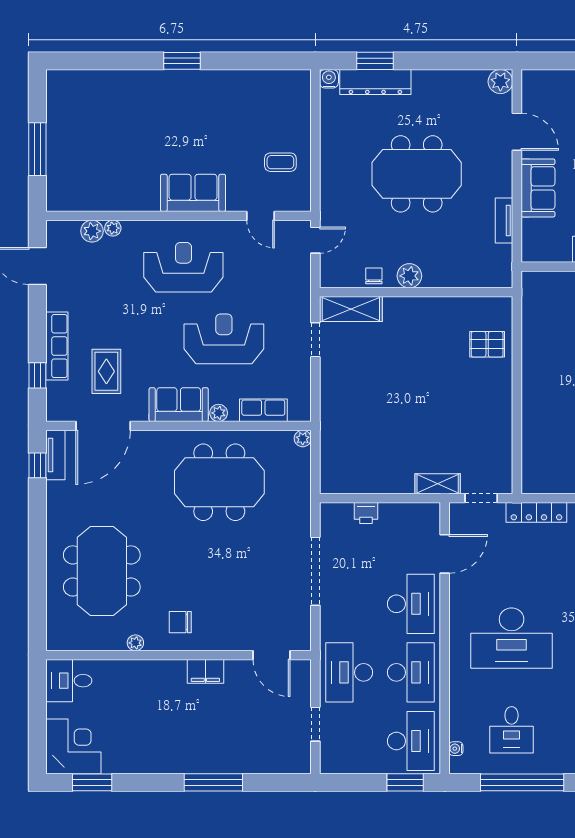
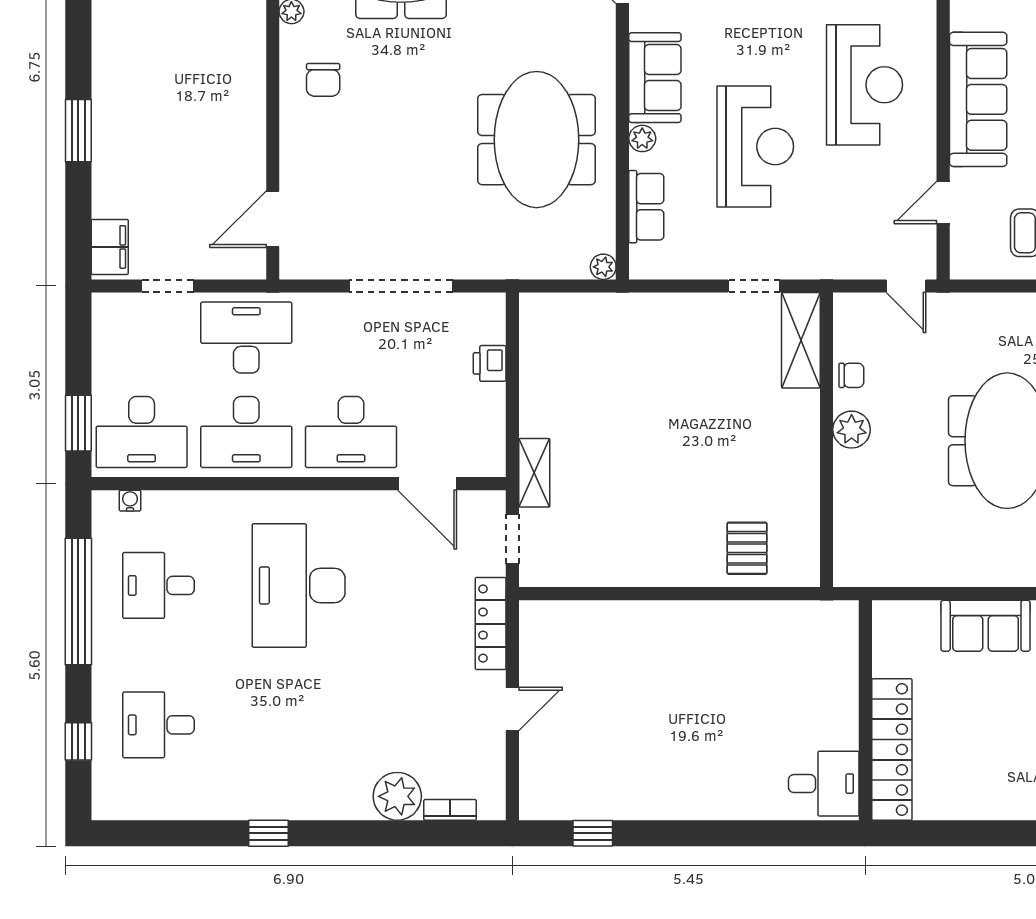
sofa: (193, 193) -> (978, 99), width x1.36
tv unit: (504, 220) -> (936, 574), removed
chair: (180, 622) -> (323, 80), turned 180
filing cabinet: (205, 671) -> (110, 247), moved, turned 180
window: (213, 782) -> (78, 131), width x0.69

